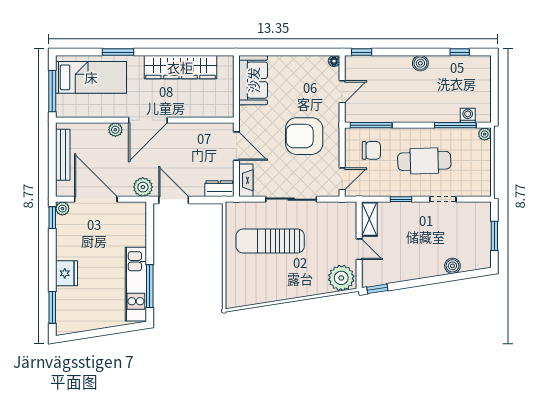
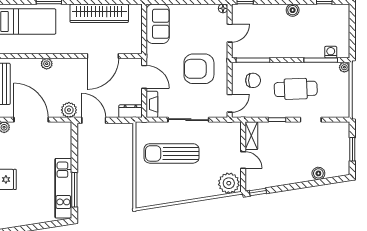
door: (148, 120) -> (103, 56), moved

